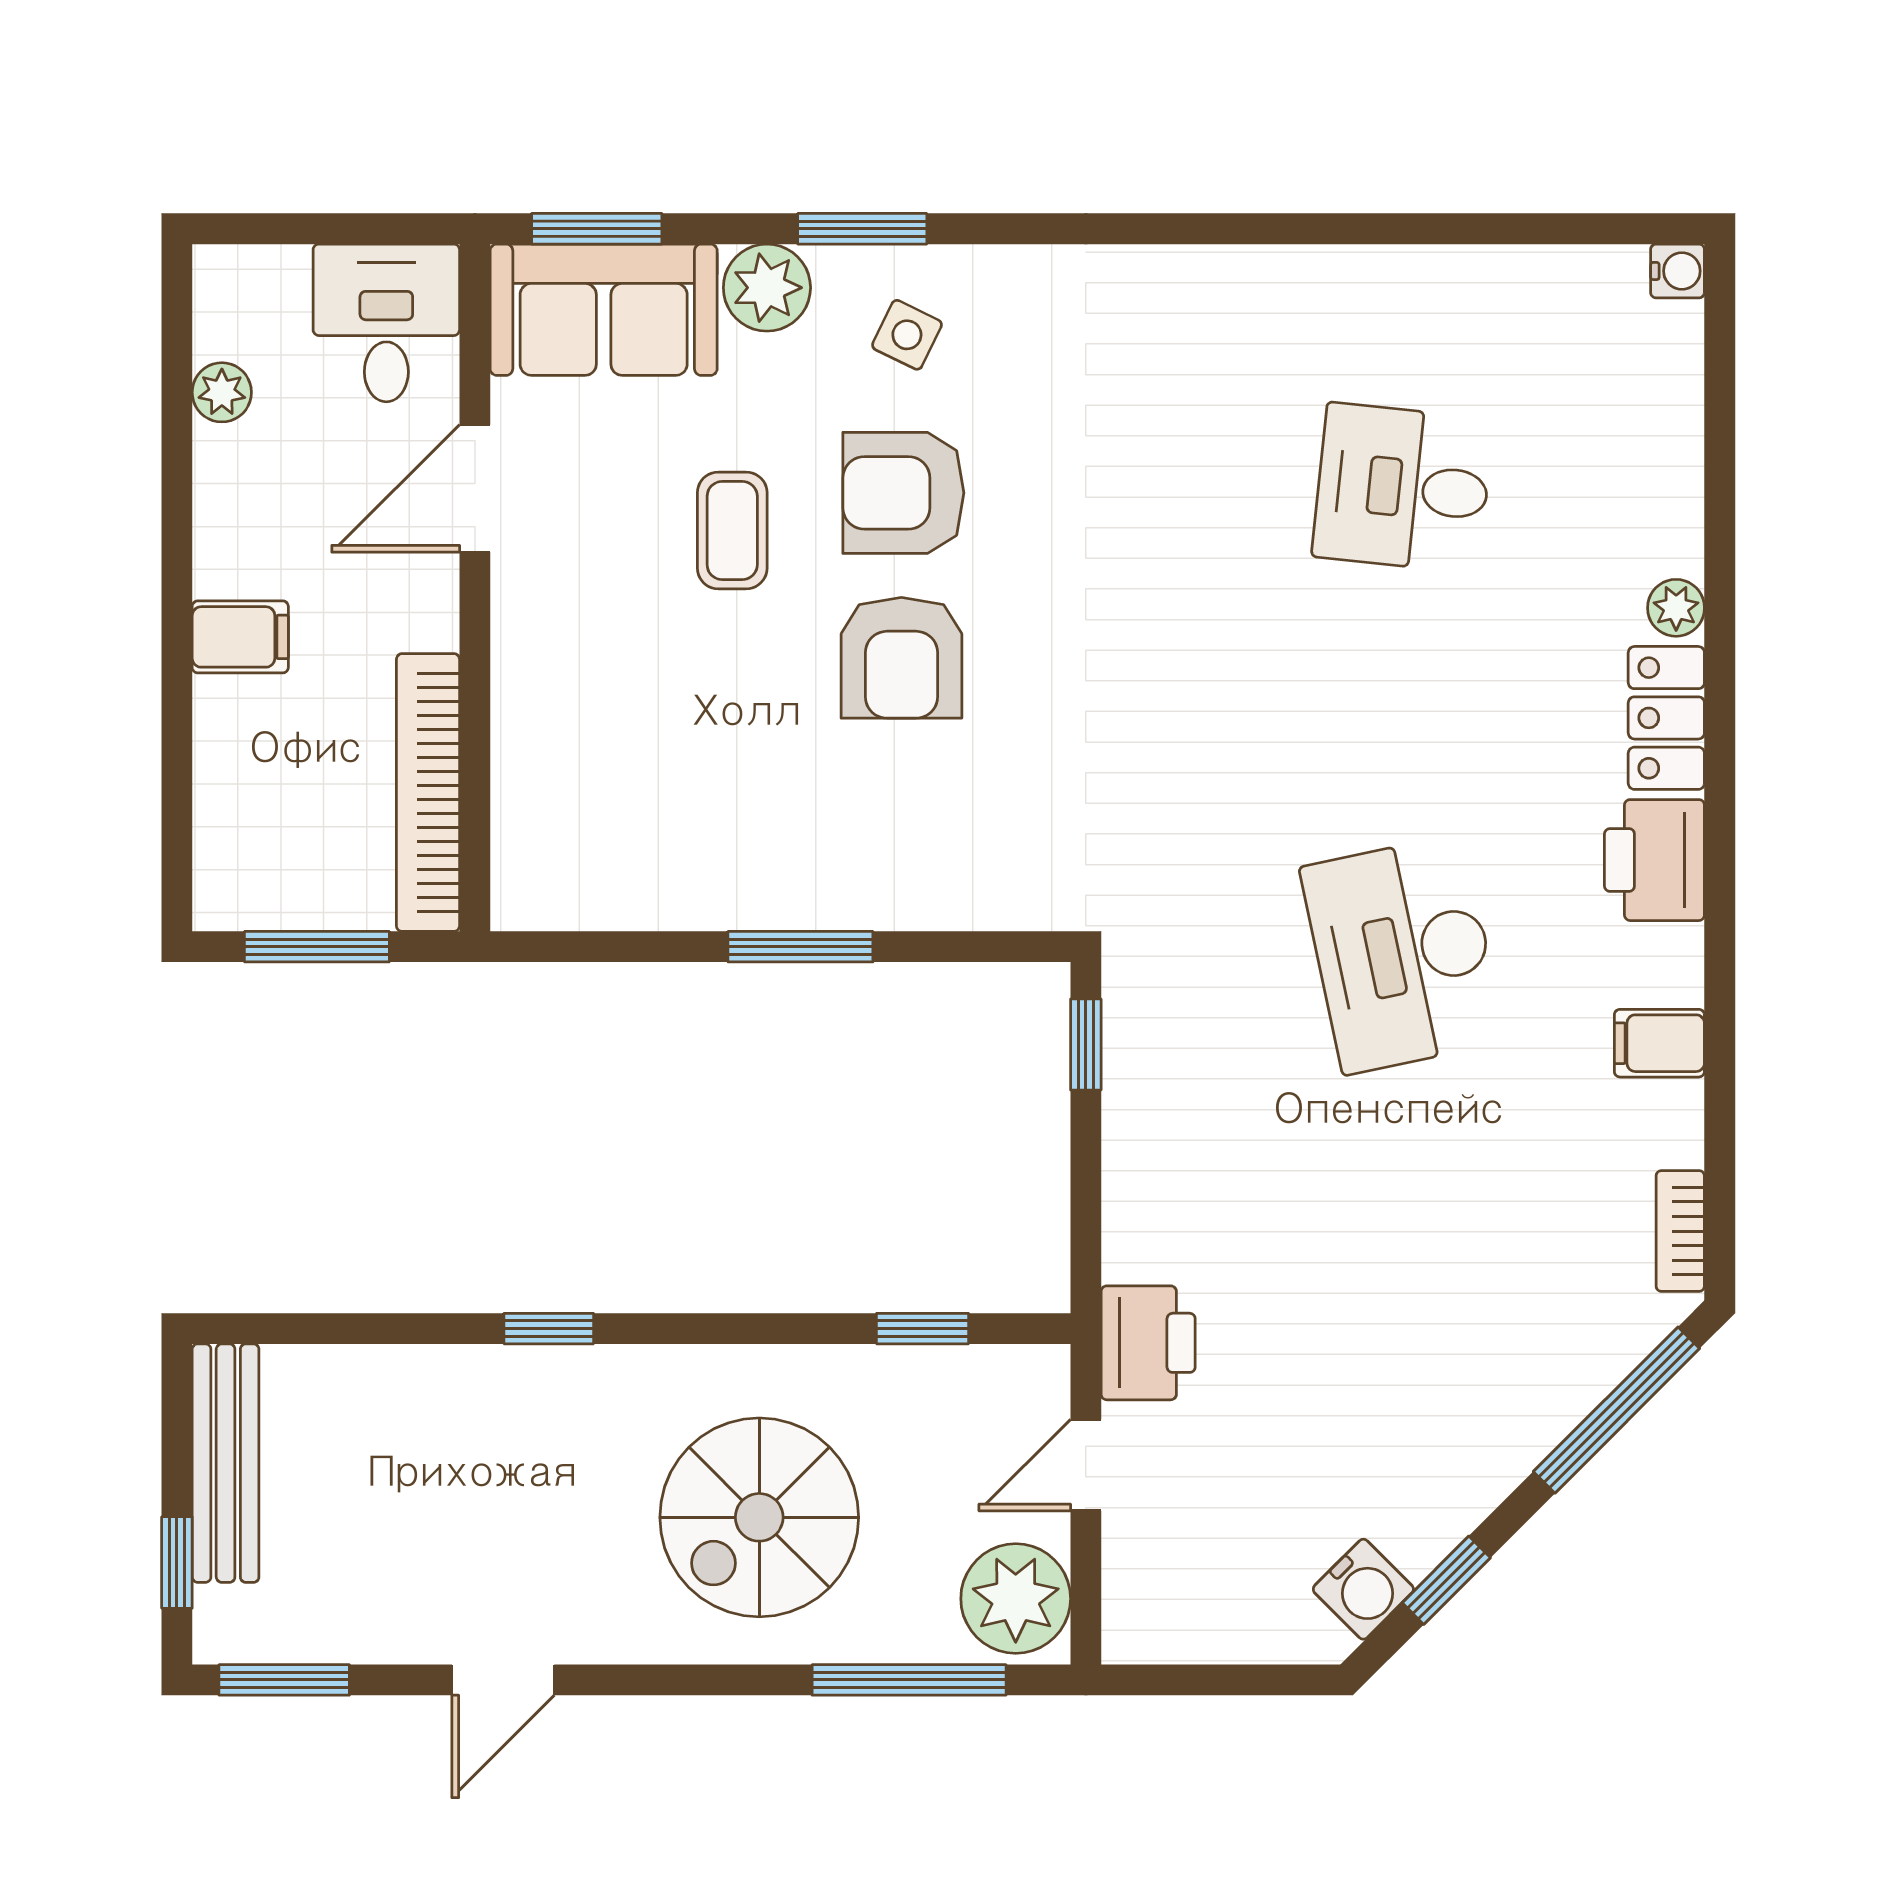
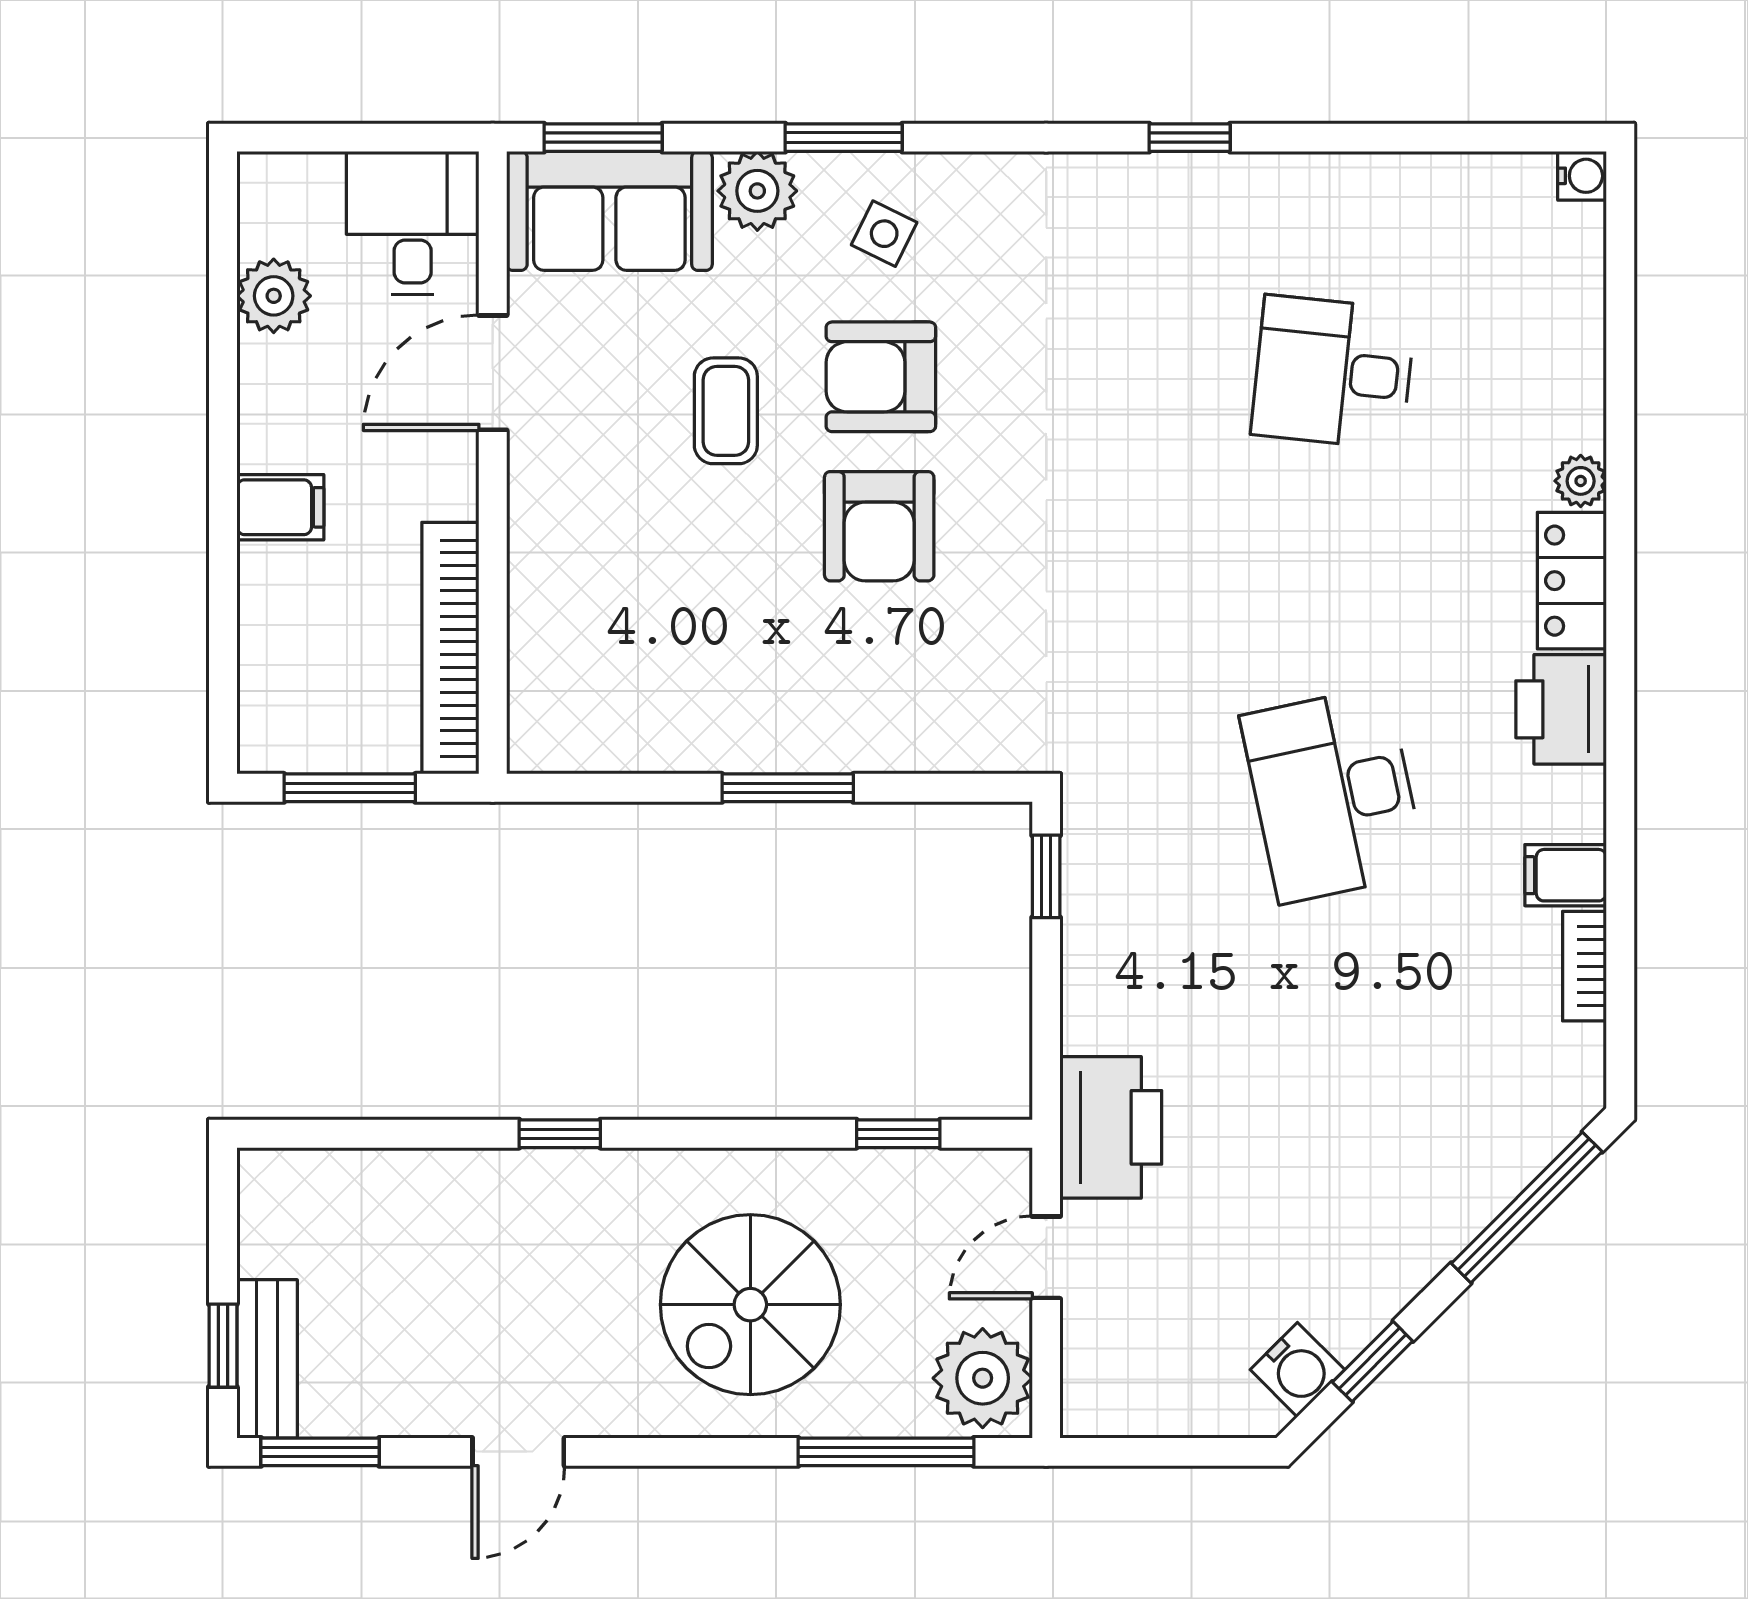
window: (1244, 229) -> (1190, 138), added
plant: (222, 392) -> (274, 296), width x1.38, depth x1.38
bookcase: (1680, 1231) -> (1585, 966), moved
printer: (1148, 1343) -> (1111, 1127), width x1.37, depth x1.19
bench: (226, 1463) -> (267, 1359), moved, width x0.73

